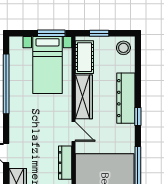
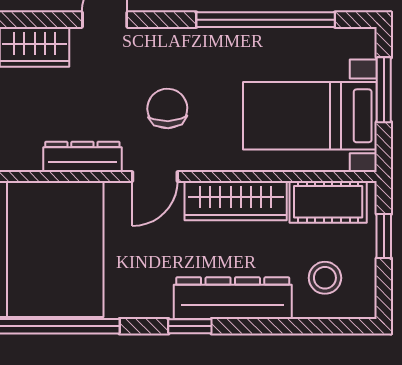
window: (51, 33) -> (384, 90), moved
stool: (123, 48) -> (325, 278), moved
chair: (44, 126) -> (167, 108), added

